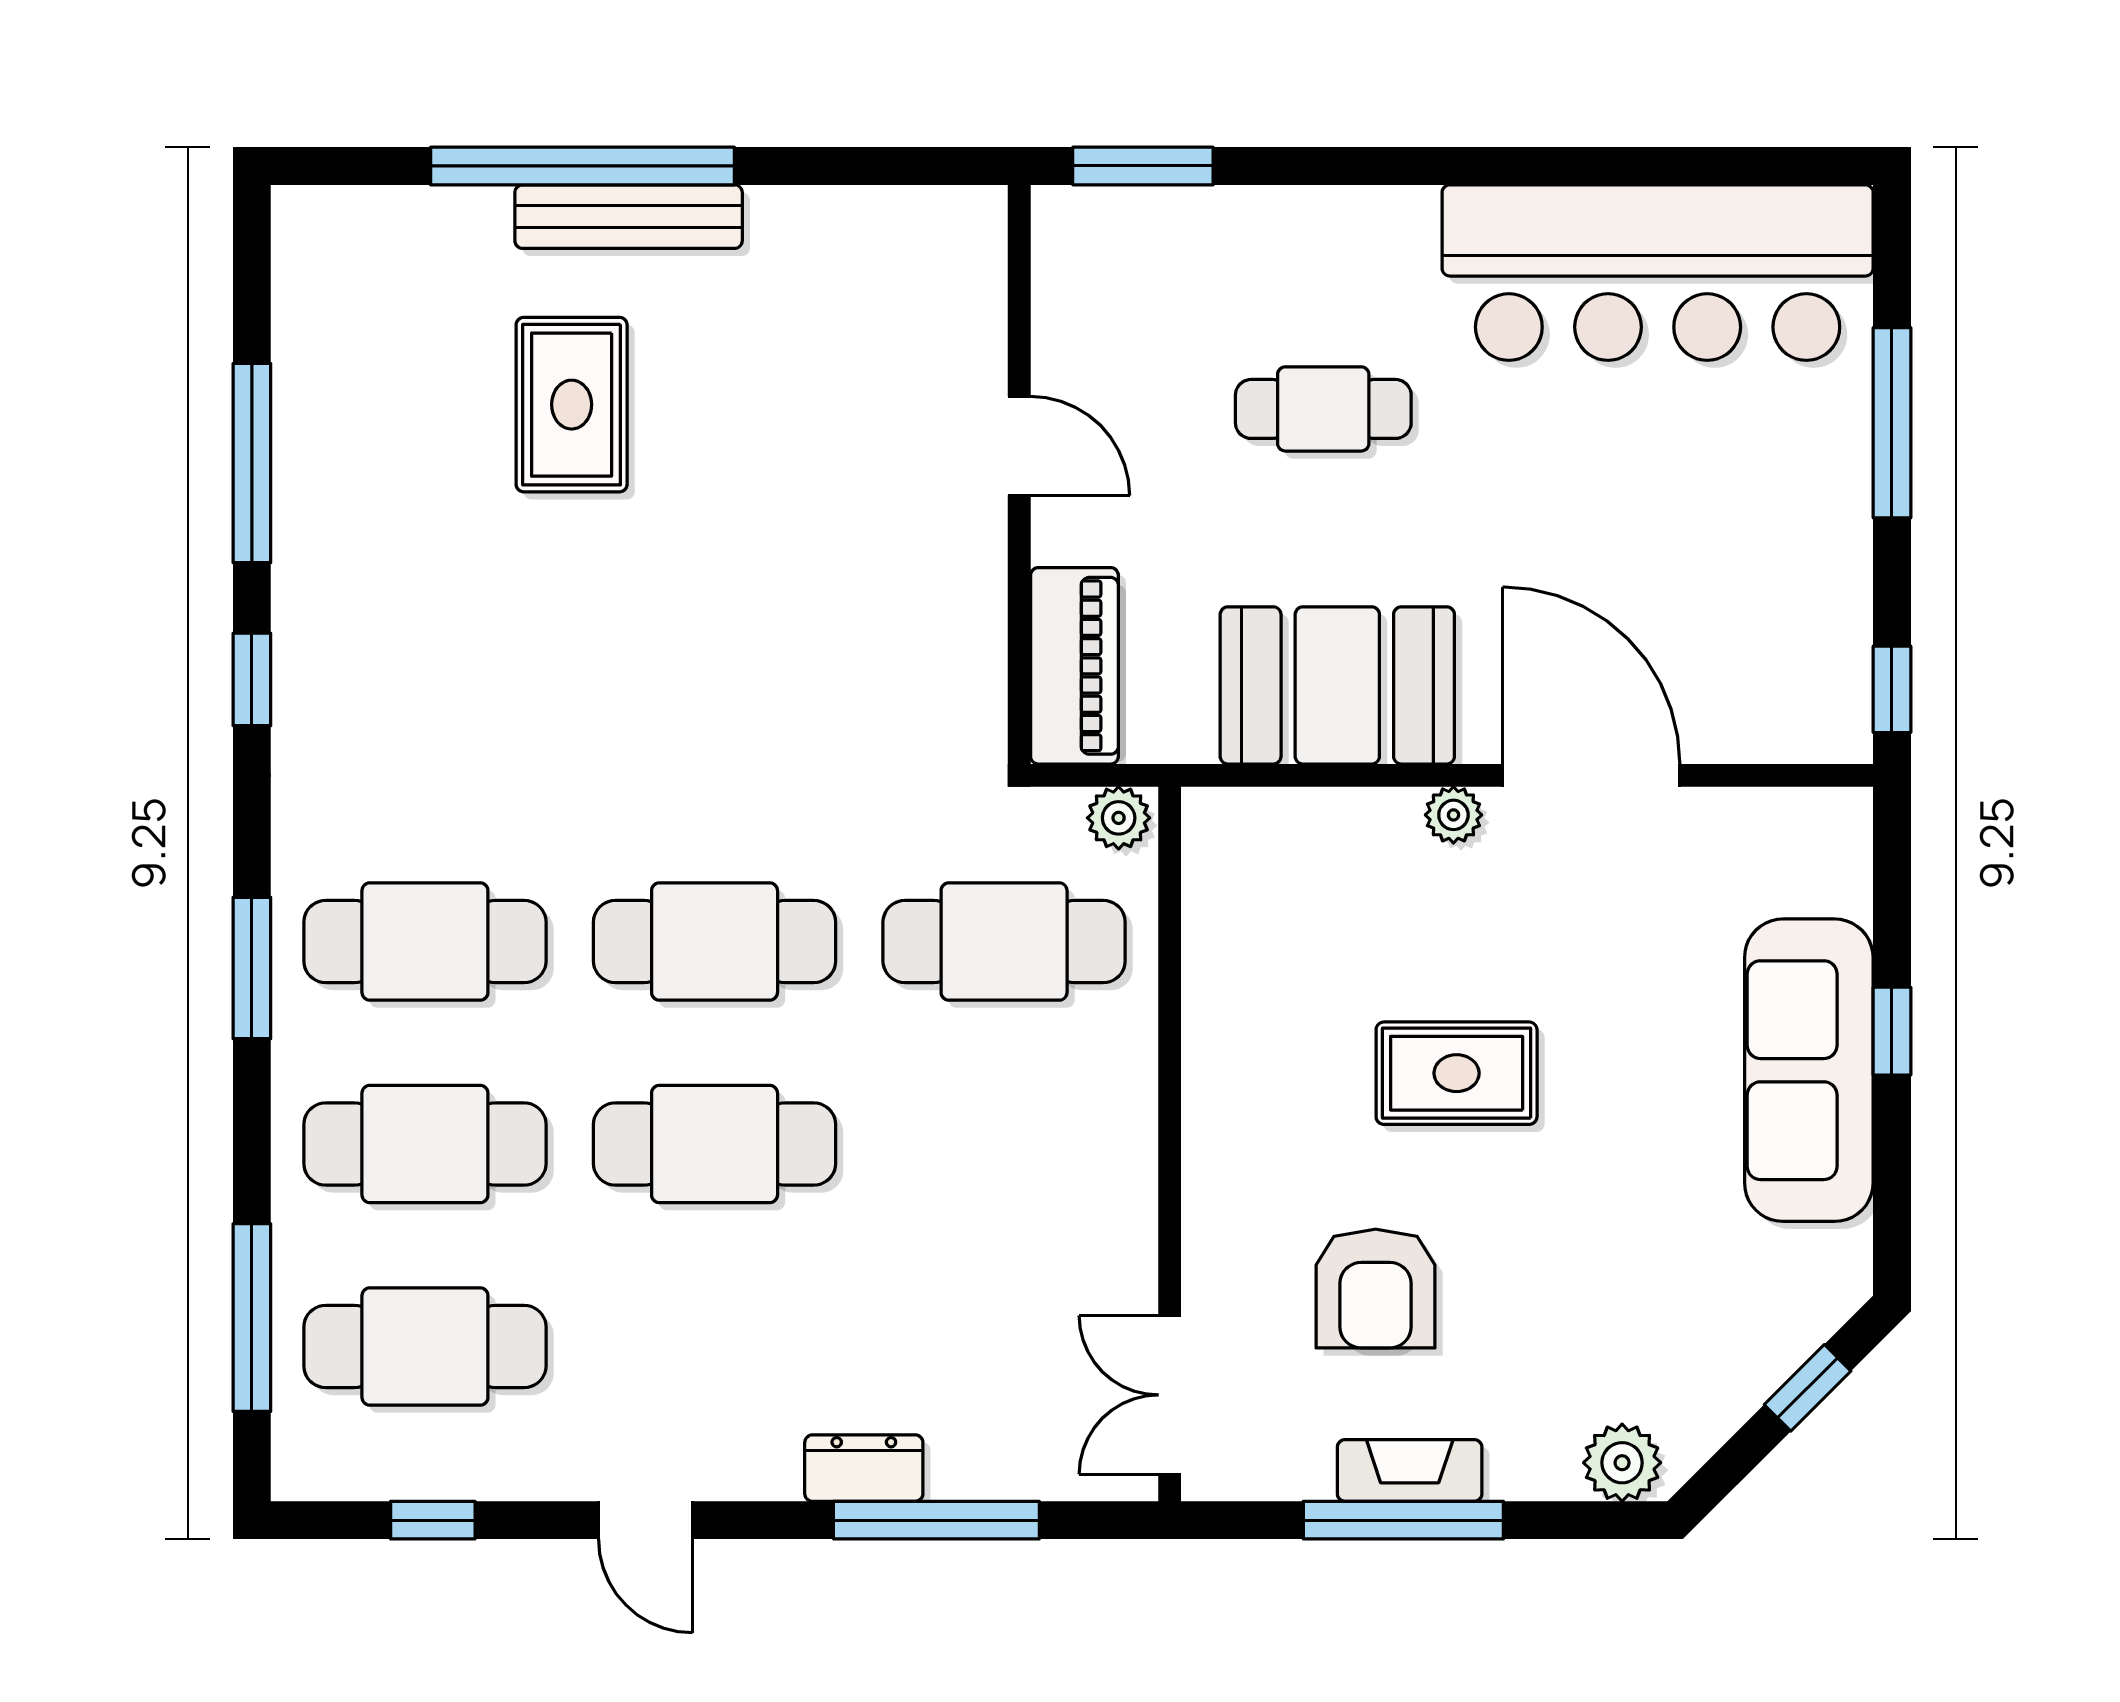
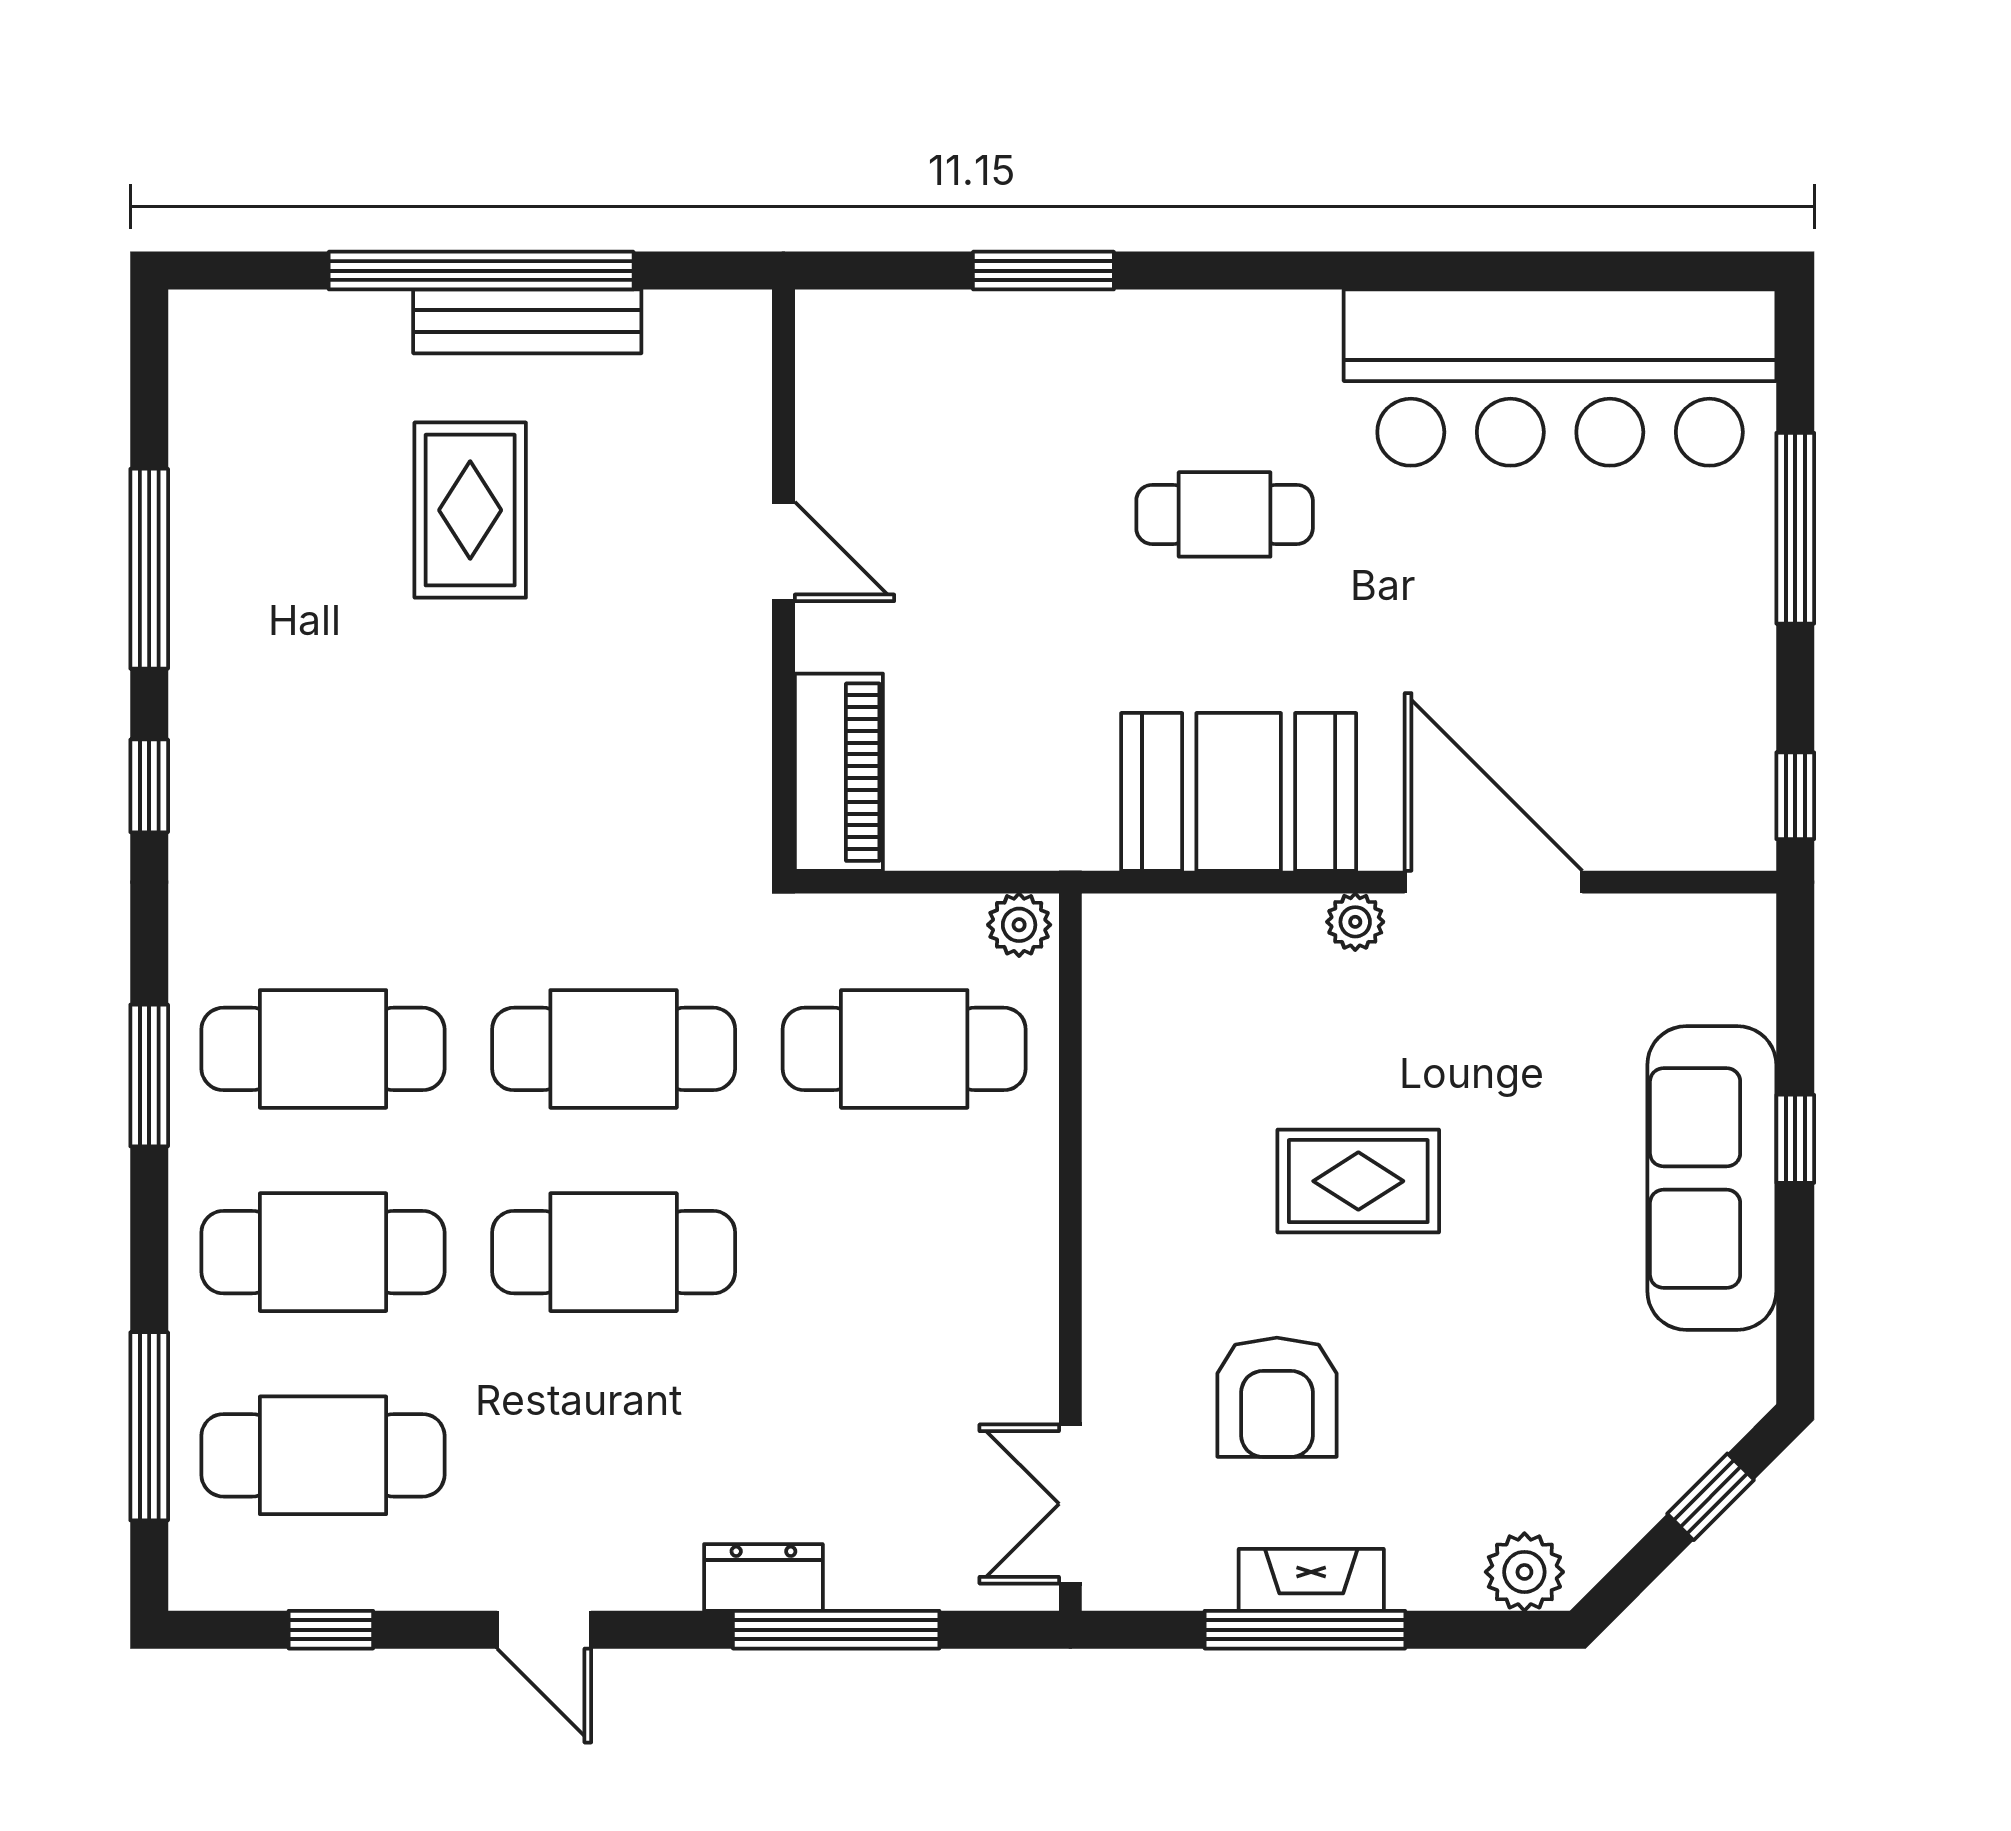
door: (1019, 446) -> (783, 552), moved
wall: (1019, 474) -> (783, 580), moved
piano: (1074, 666) -> (839, 772), moved

